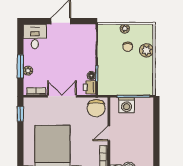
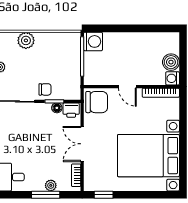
chair: (128, 47) -> (45, 89), moved
washing machine: (127, 105) -> (93, 41), moved

